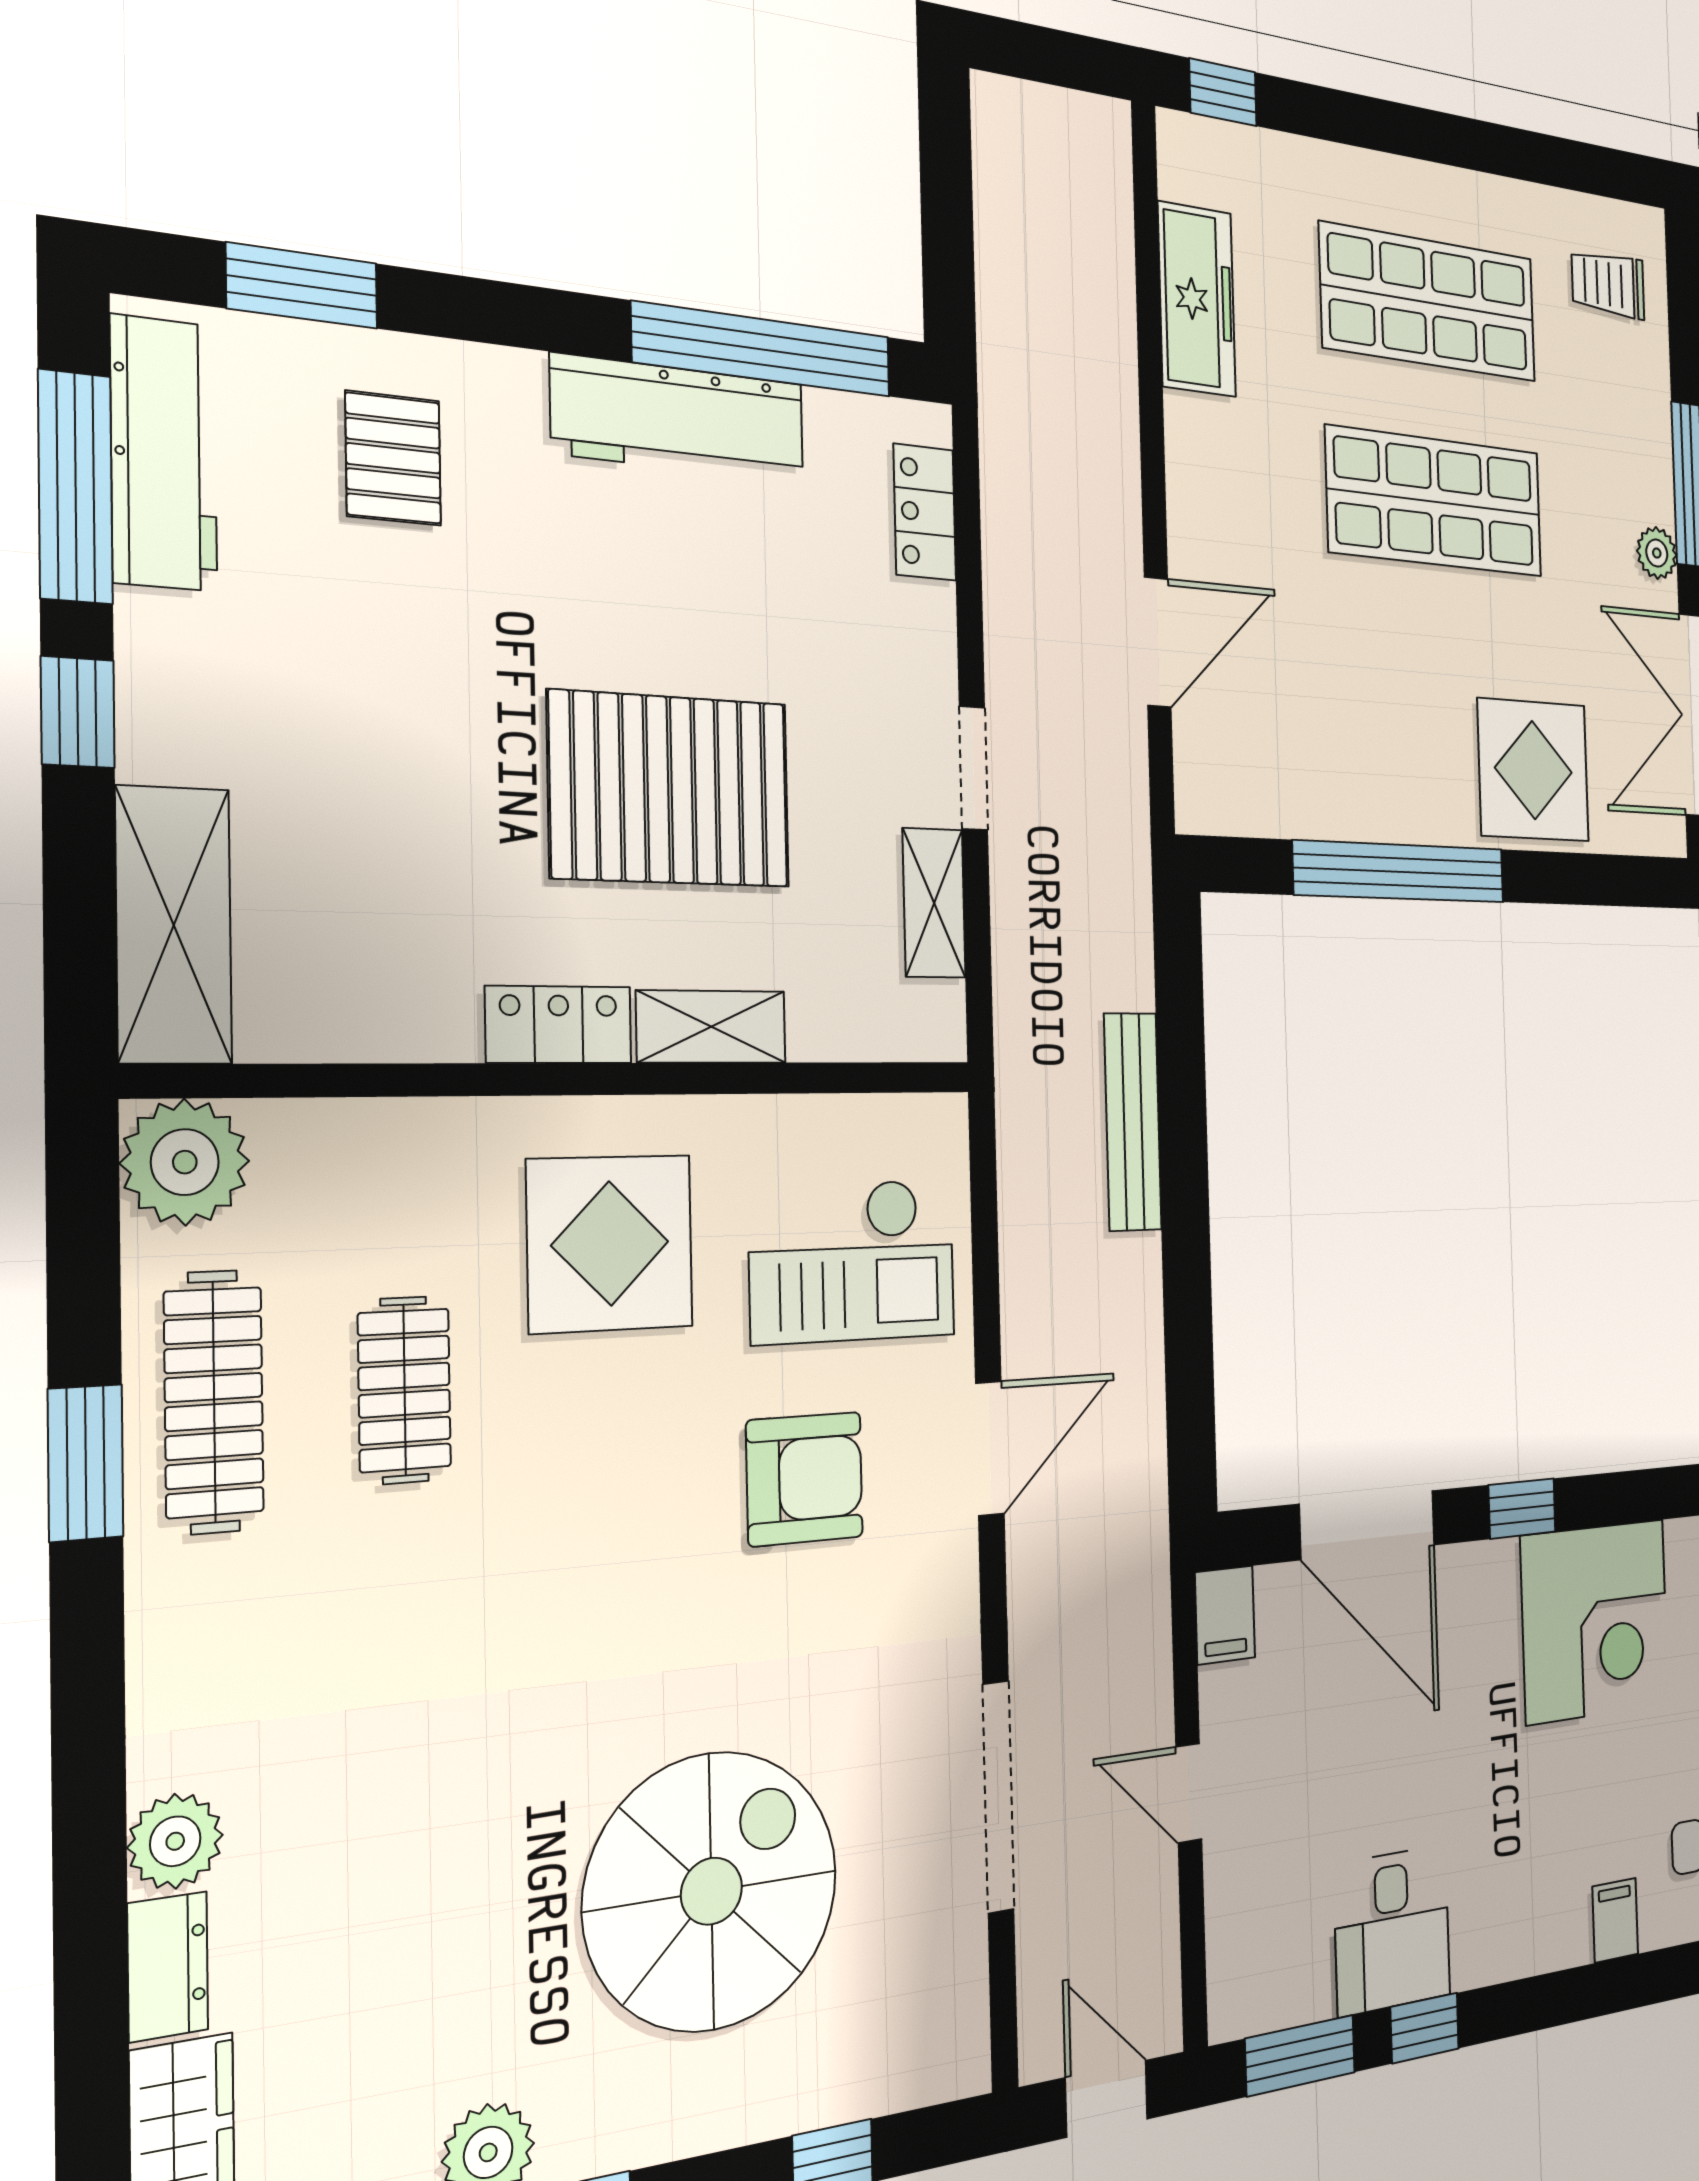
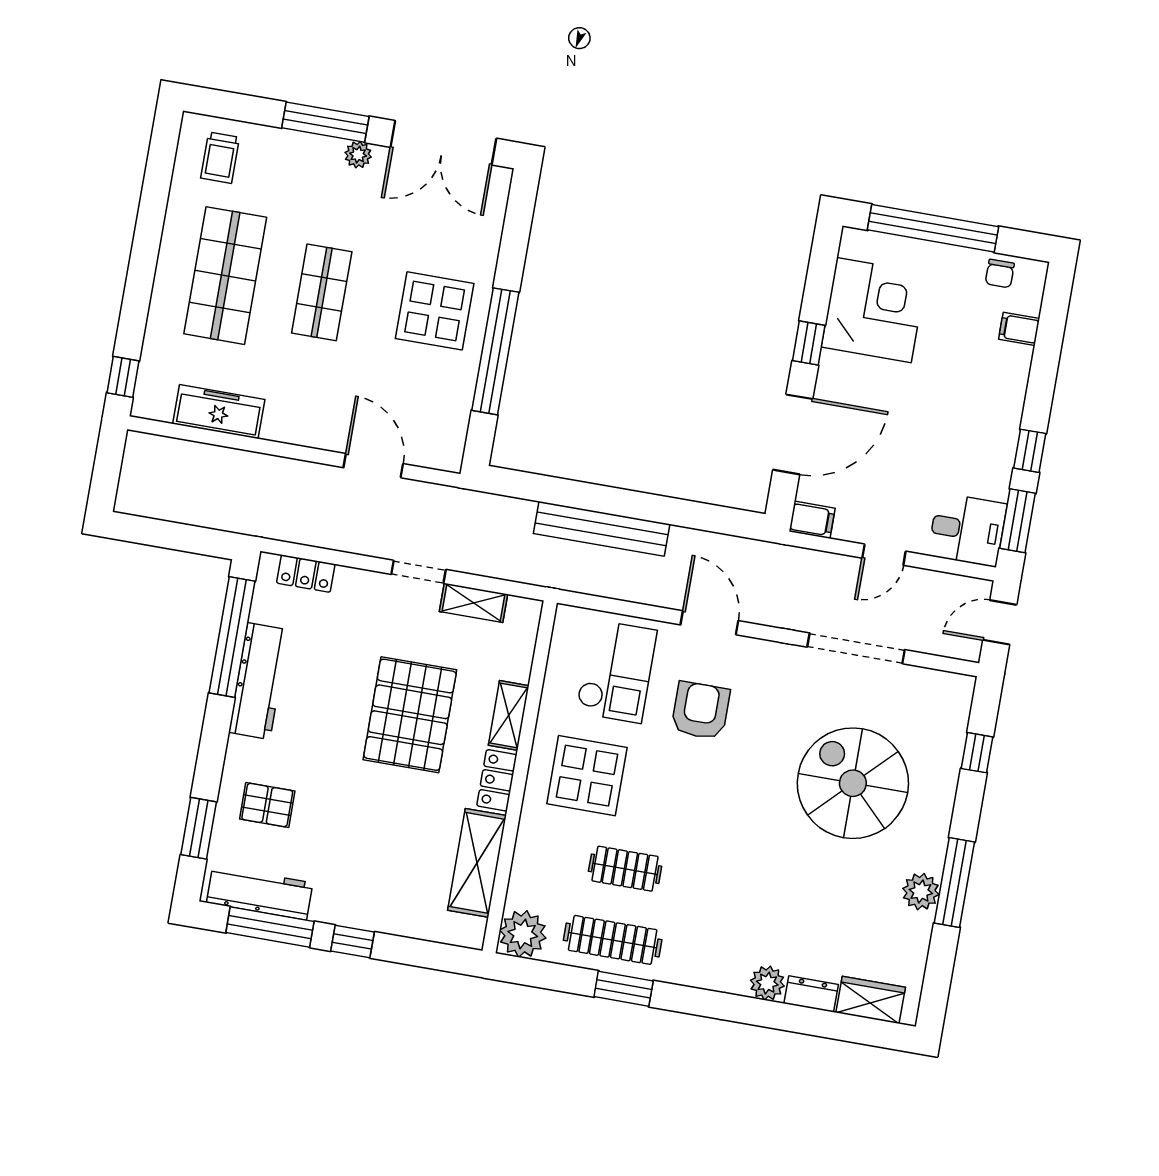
shop shelf: (1435, 502) -> (322, 292), width x0.70, depth x0.74
display table: (1533, 770) -> (435, 311), moved
shelving: (174, 925) -> (477, 863), moved, turned 90
bench: (1133, 1122) -> (602, 529), width x1.37, depth x1.21
desk: (1392, 1930) -> (967, 530), moved

